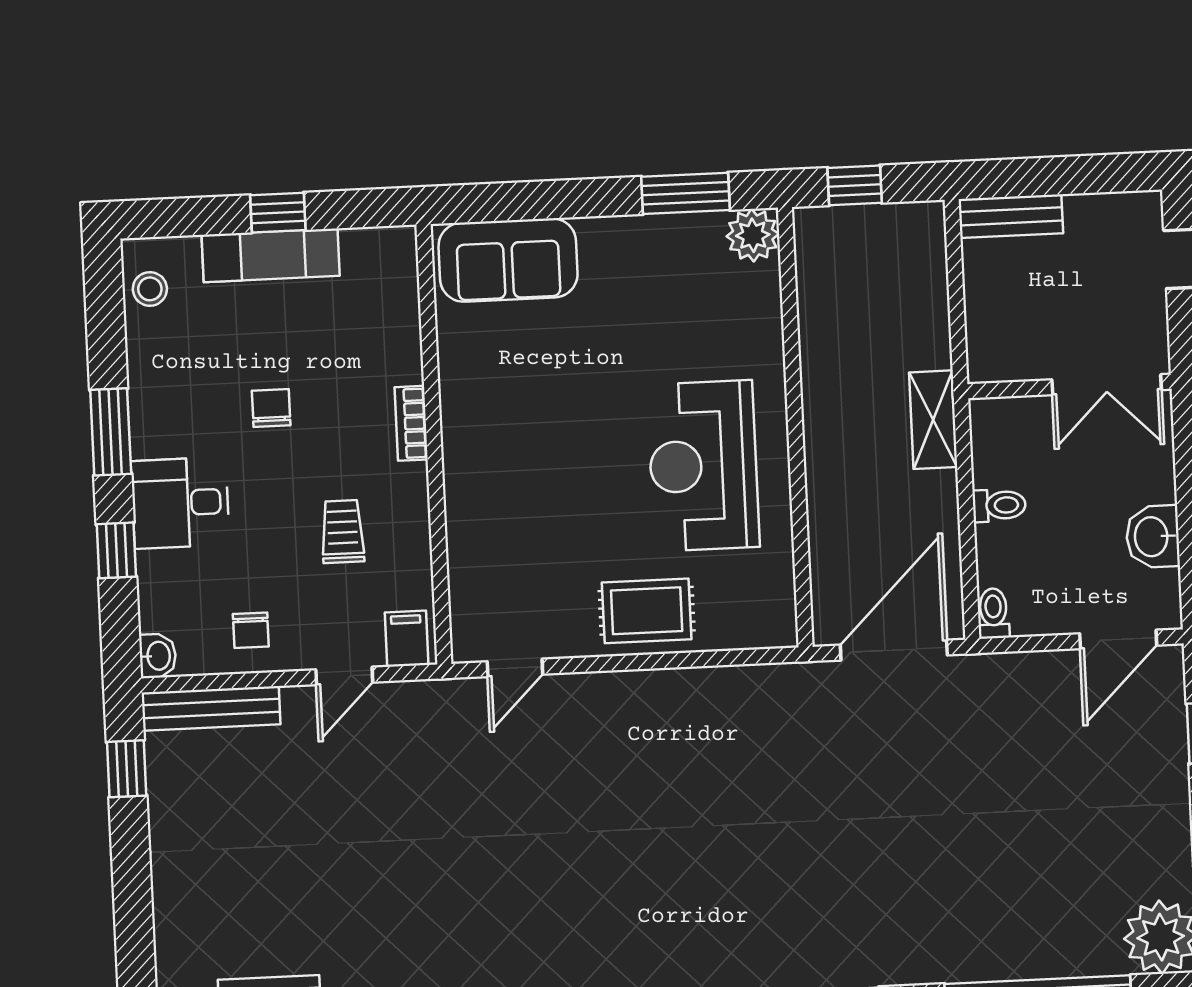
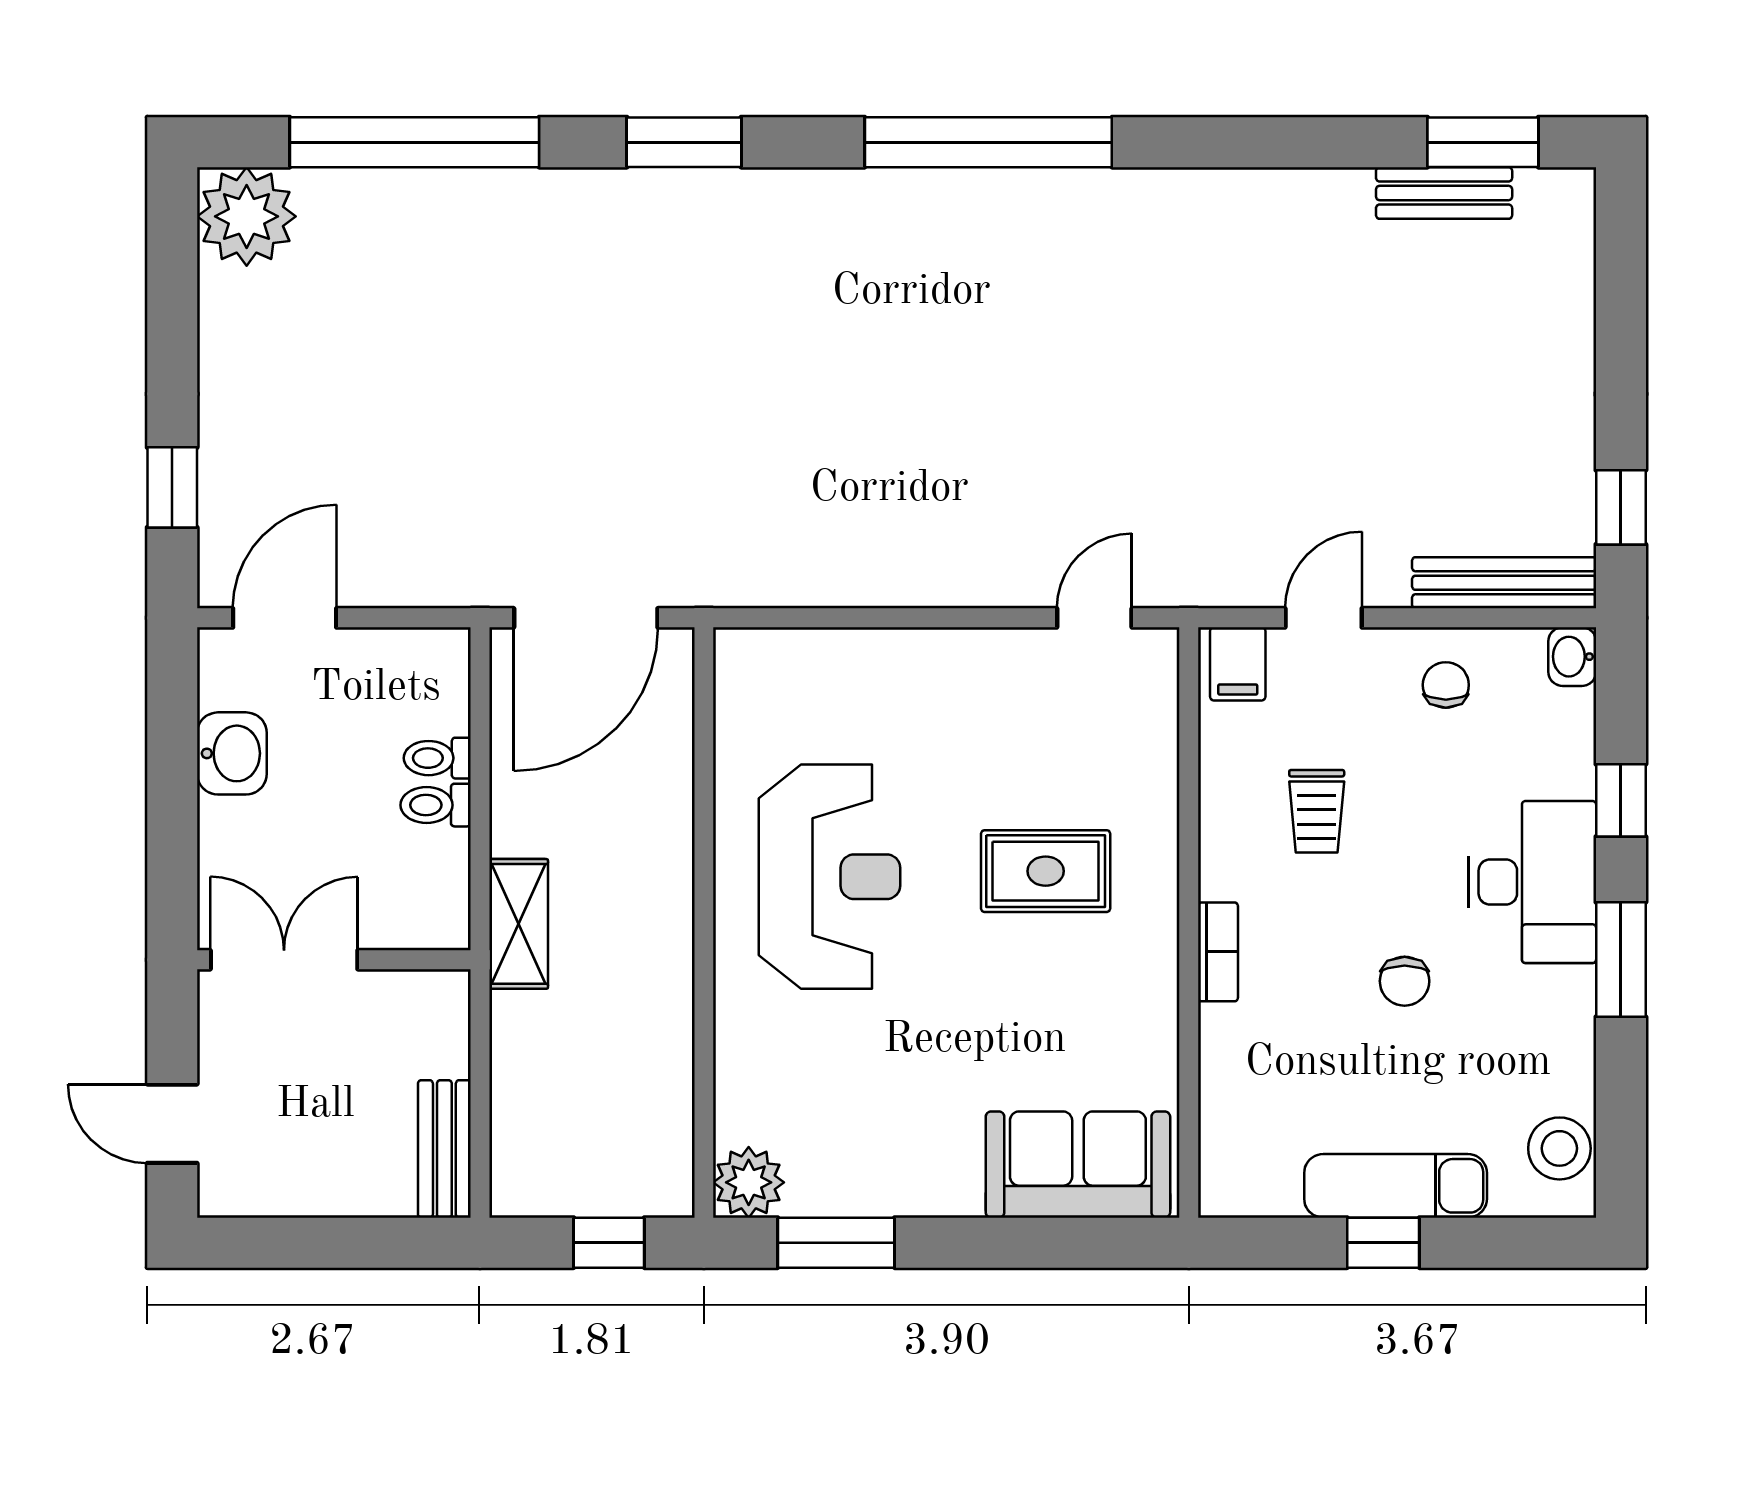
bench: (1011, 216) -> (444, 1149), moved, turned 90
stool: (150, 289) -> (1559, 1148), width x1.37, depth x1.37
desk: (180, 503) -> (1532, 882), width x1.37
rug: (647, 611) -> (1046, 871), moved
toilet: (993, 613) -> (437, 758), moved, turned 90

